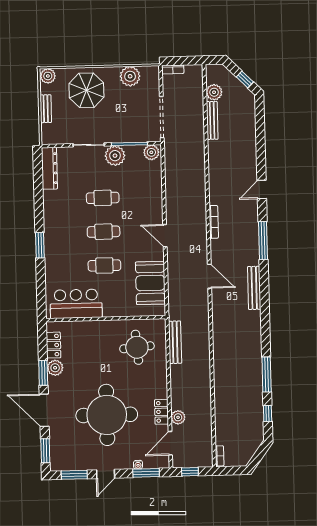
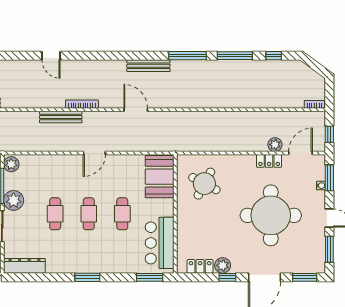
window: (263, 241) -> (187, 56), moved
window: (40, 245) -> (87, 277), moved
door: (210, 276) -> (136, 110), hinge flipped
booth: (150, 283) -> (160, 177), moved, turned 90
window: (41, 295) -> (150, 277), added
bench: (175, 342) -> (61, 117), moved
round table: (137, 347) -> (204, 184), turned 33
window: (43, 373) -> (227, 277), width x0.67
door: (170, 443) -> (300, 153), swing flipped

